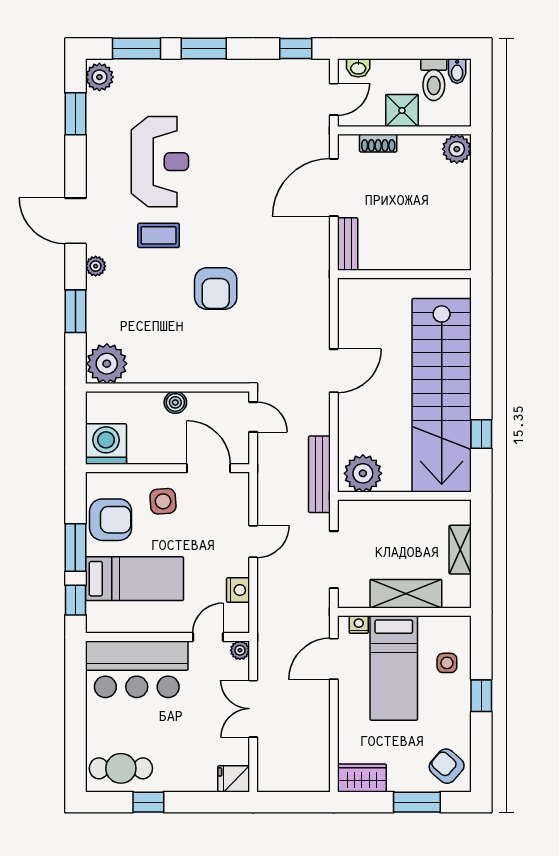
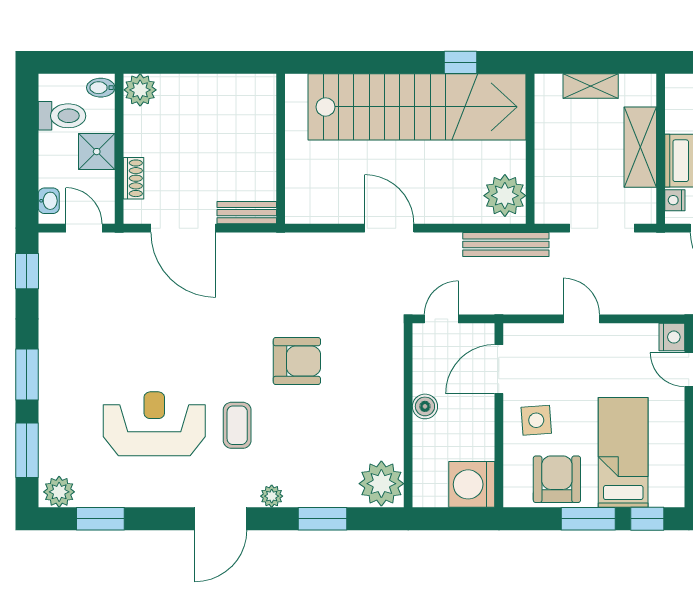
bidet: (457, 71) -> (101, 88), moved, turned 180
nightstand: (238, 590) -> (672, 337), moved, turned 90

